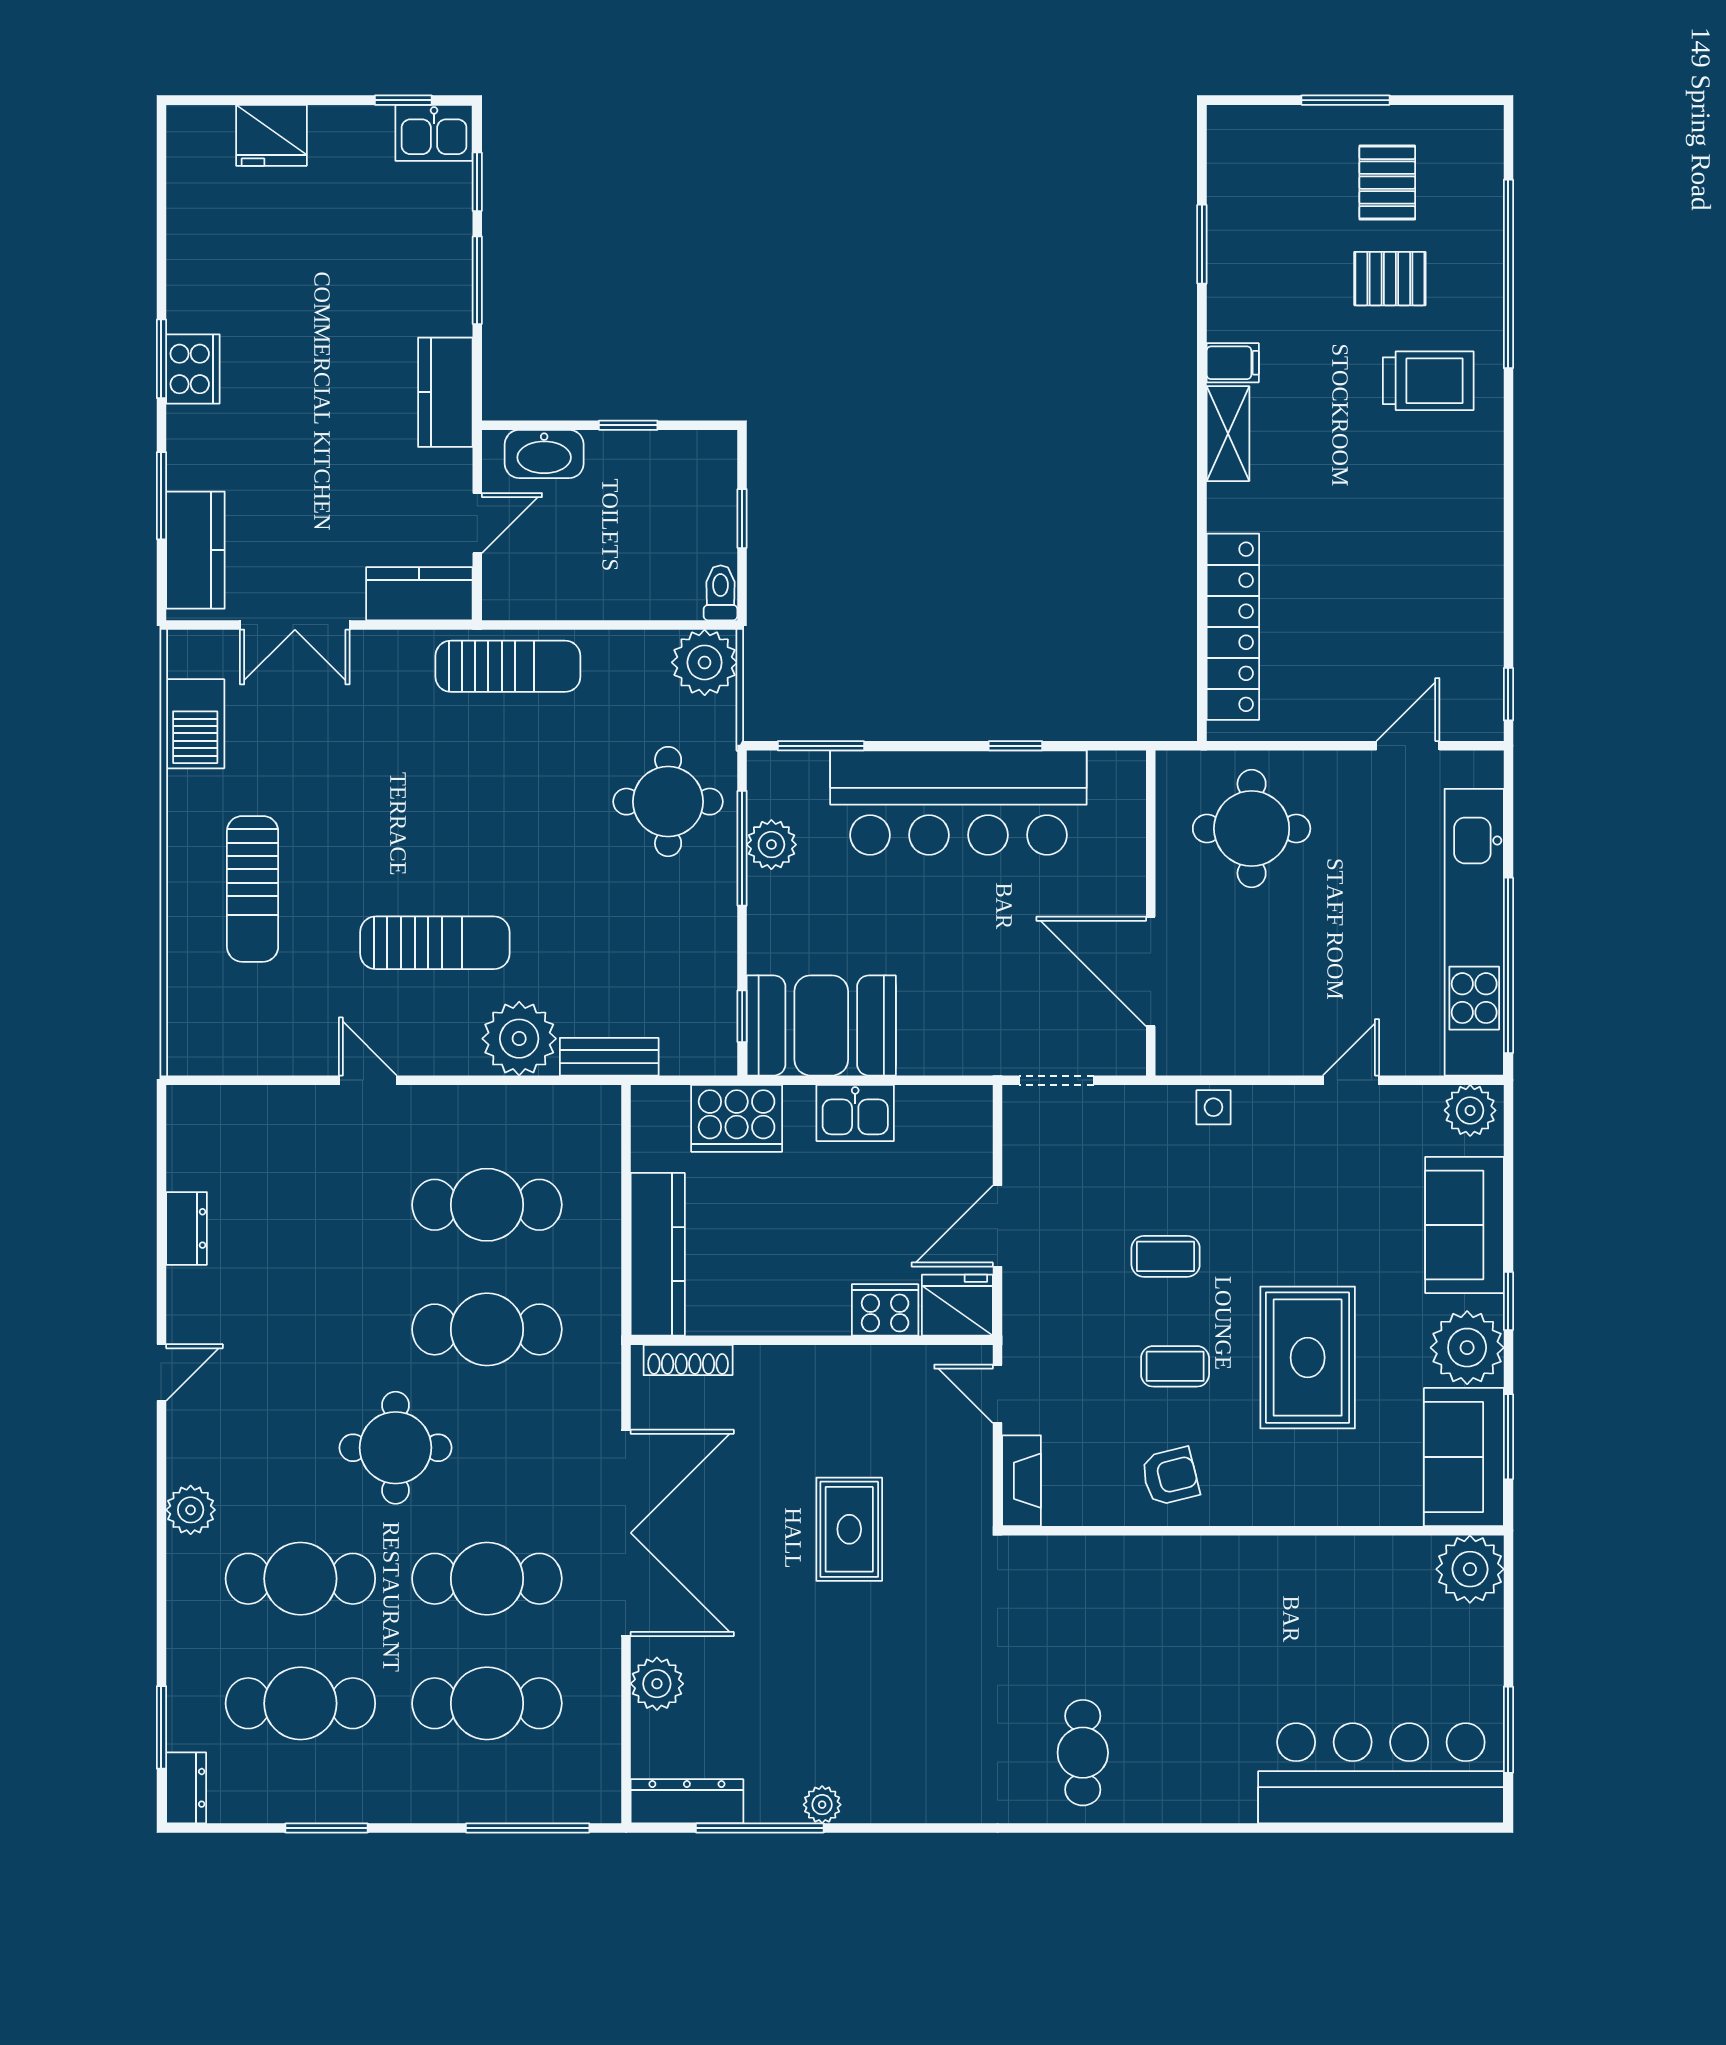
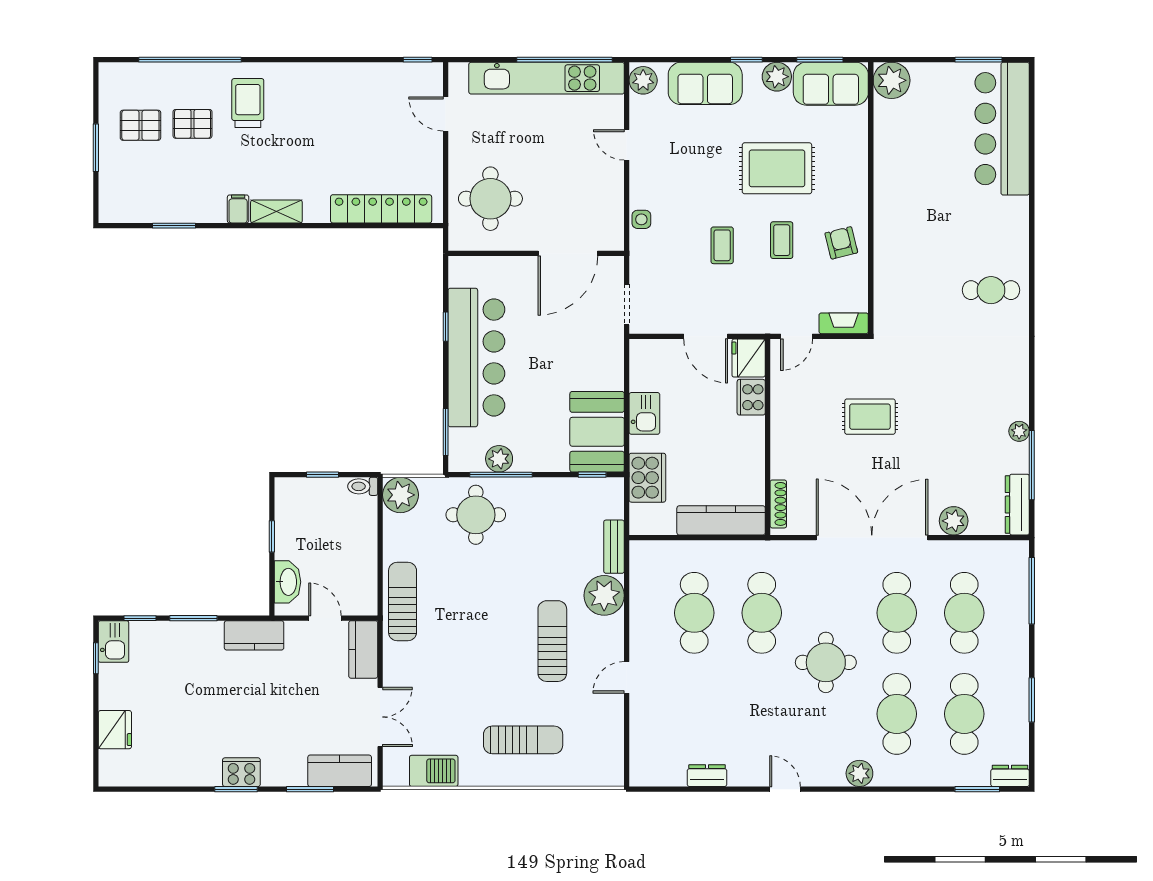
pallet: (1390, 279) -> (193, 124), turned 90
plant: (1467, 1348) -> (777, 77), width x0.73, depth x0.73

